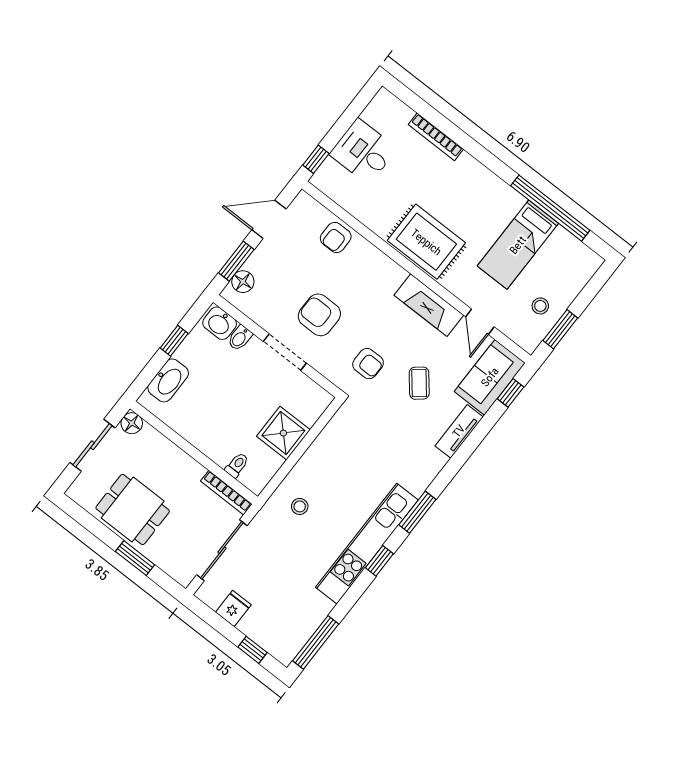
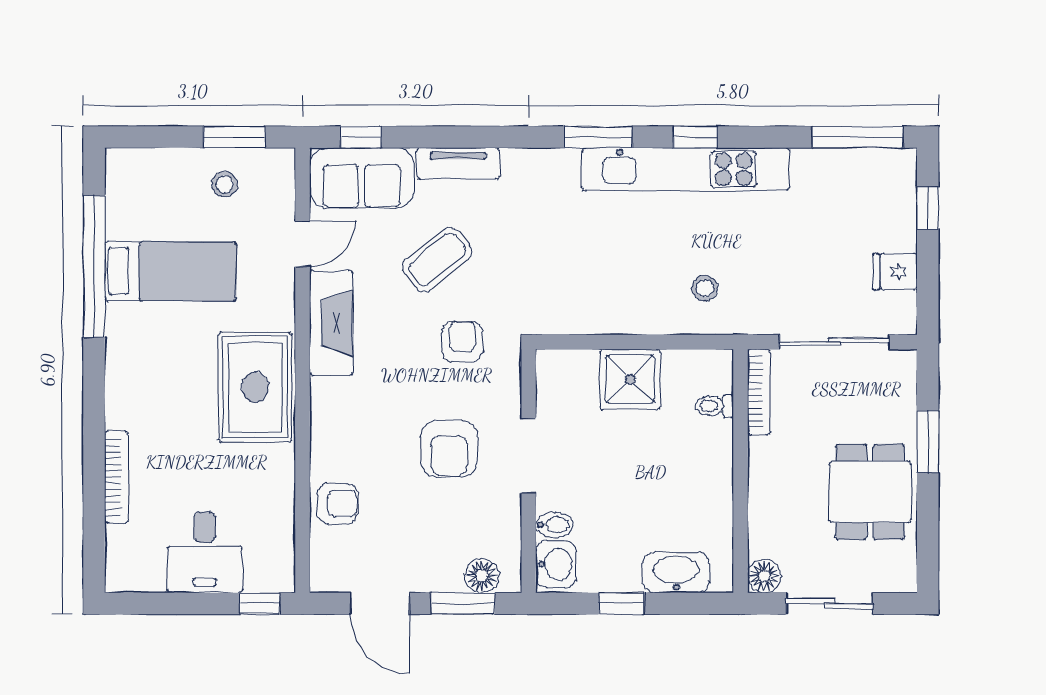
coffee table: (419, 383) -> (437, 260), width x1.36, depth x1.30

